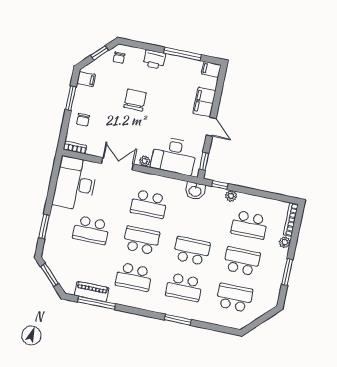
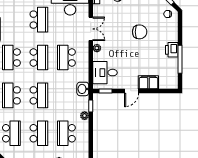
printer: (154, 59) -> (172, 50), moved
filing cabinet: (211, 69) -> (173, 82), removed
desk: (174, 156) -> (105, 73), width x0.73
school desk: (91, 230) -> (39, 20), turned 180

